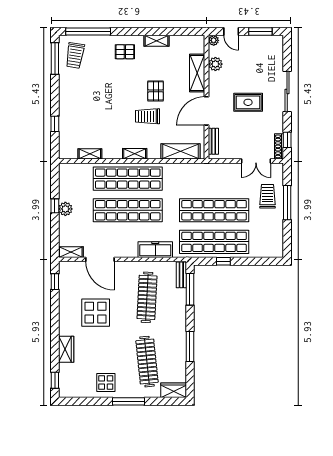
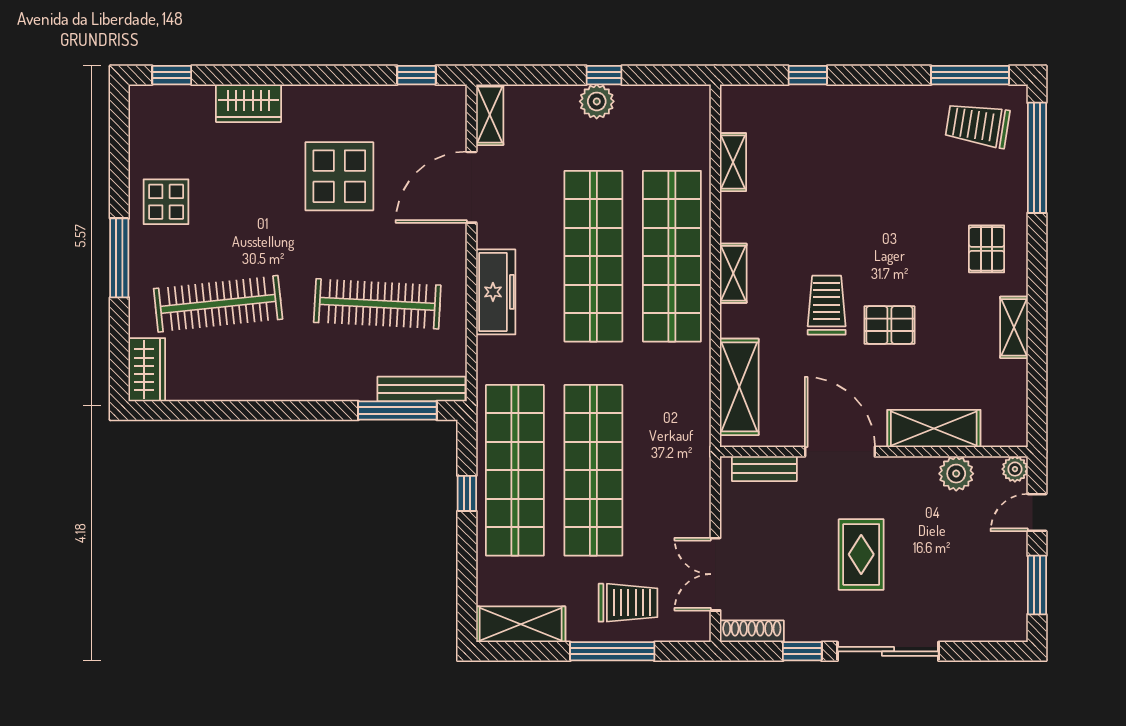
window: (287, 140) -> (802, 651), moved
shelving: (276, 240) -> (521, 624), added
freezer: (155, 250) -> (496, 292), moved
bench: (181, 275) -> (421, 389), width x1.36
window: (190, 347) -> (255, 410), removed

